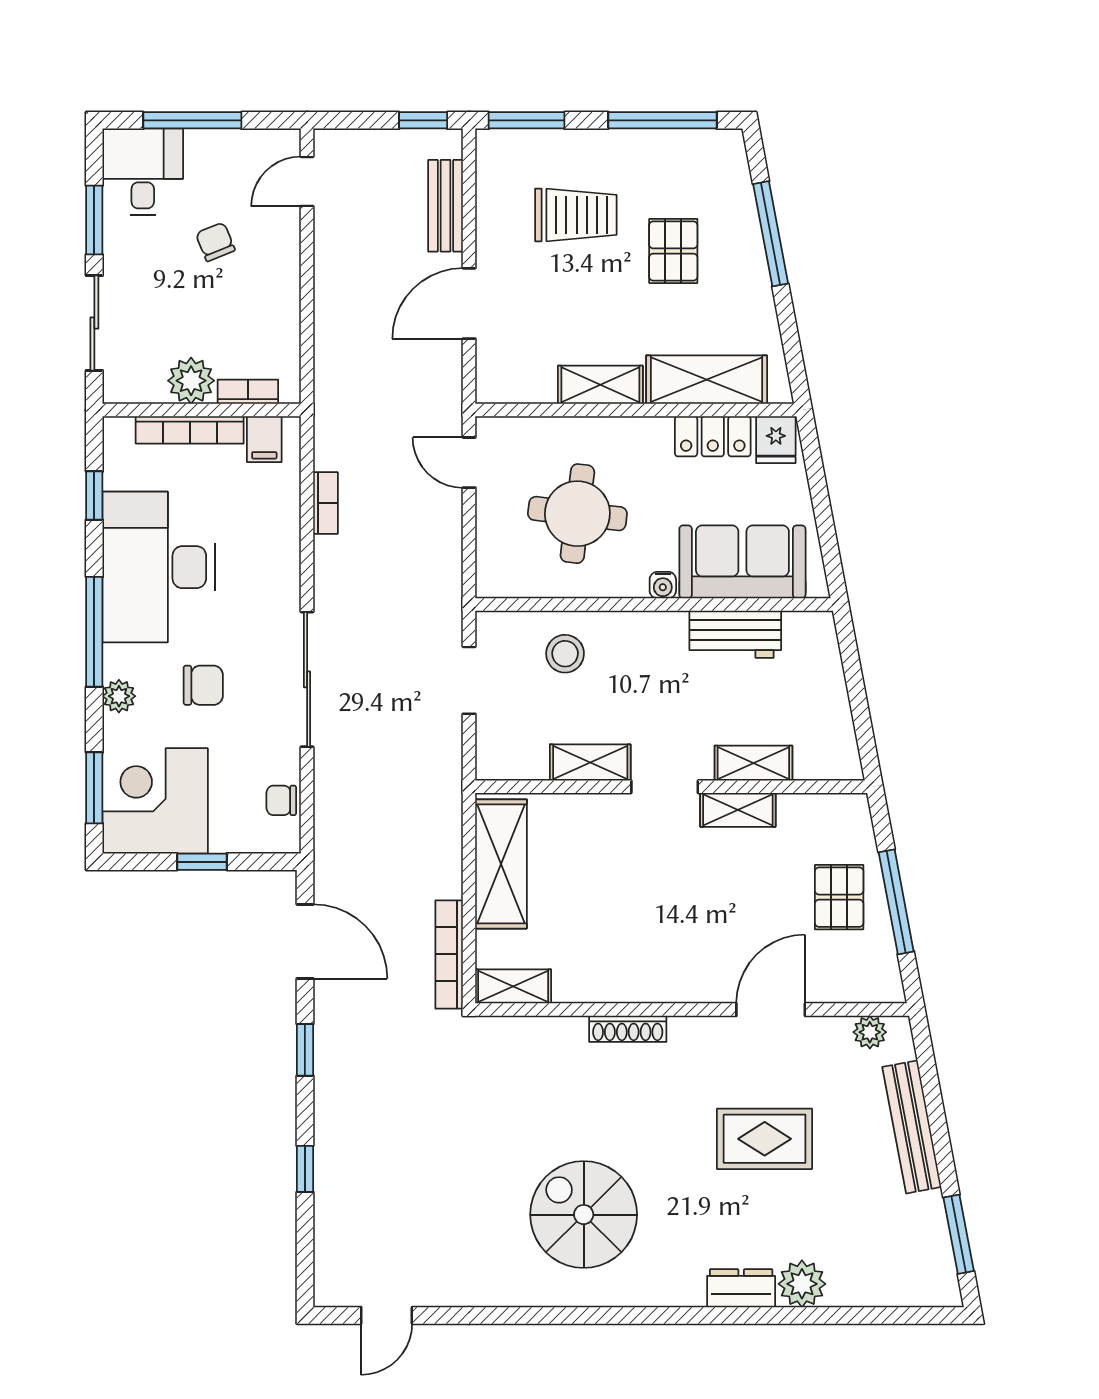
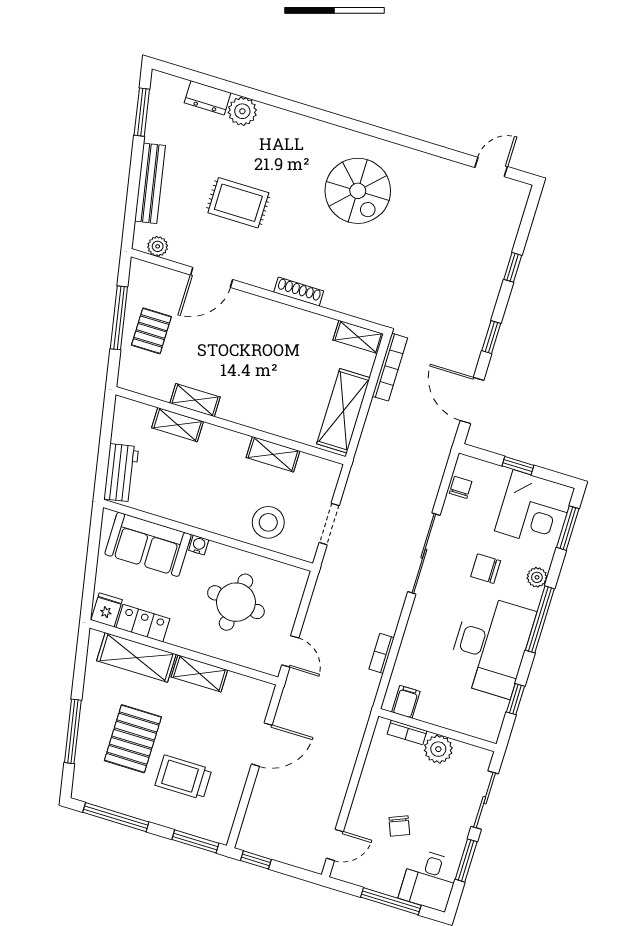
bench: (446, 206) -> (258, 806), removed
pallet: (673, 251) -> (133, 739), width x1.50, depth x1.42
bookcase: (190, 430) -> (448, 721), removed
workbench: (735, 634) -> (121, 473), moved, turned 79
stool: (565, 654) -> (268, 522), width x1.38, depth x1.38
doorway: (665, 787) -> (234, 427), removed
chair: (281, 800) -> (461, 487), turned -90
dresser: (741, 1288) -> (208, 98), moved

